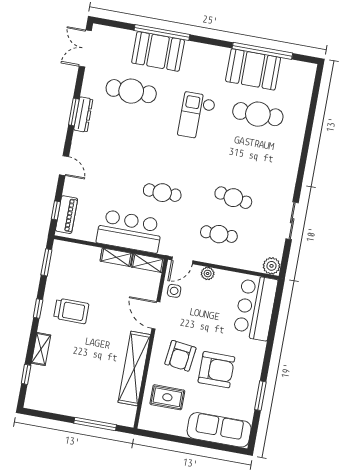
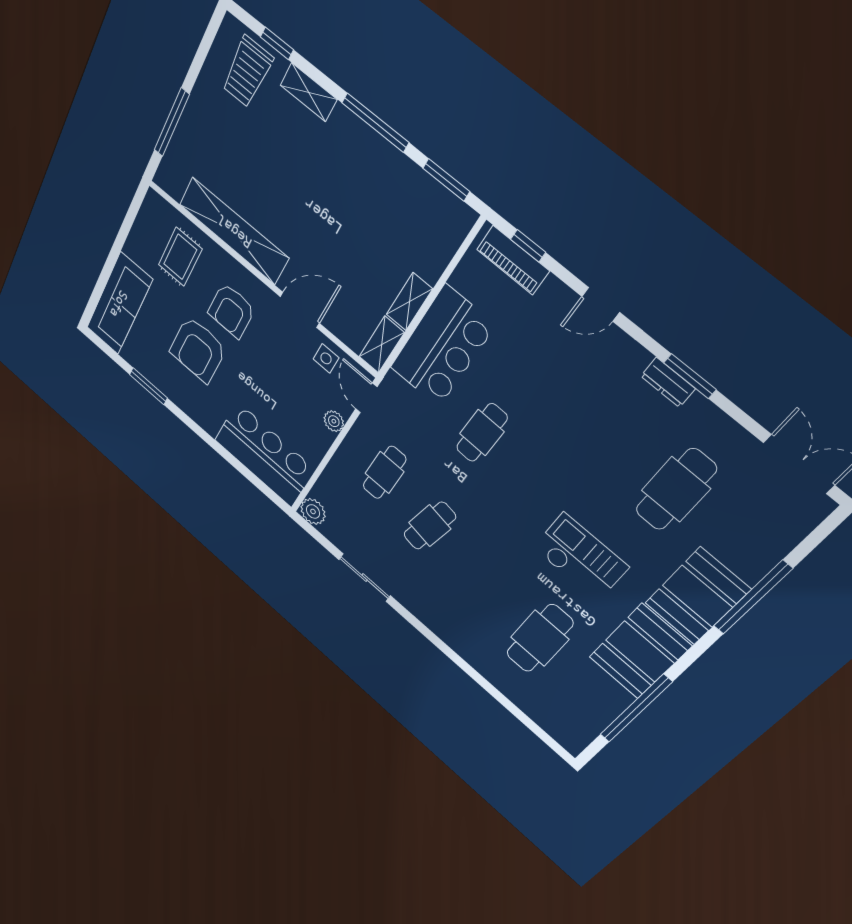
booth: (158, 51) -> (697, 596), moved
booth: (253, 69) -> (640, 652), moved
dresser: (83, 115) -> (668, 382), width x0.70
window: (38, 309) -> (375, 123), width x2.17
trolley: (71, 311) -> (247, 72), moved
armchair: (180, 356) -> (231, 311), turned -97

